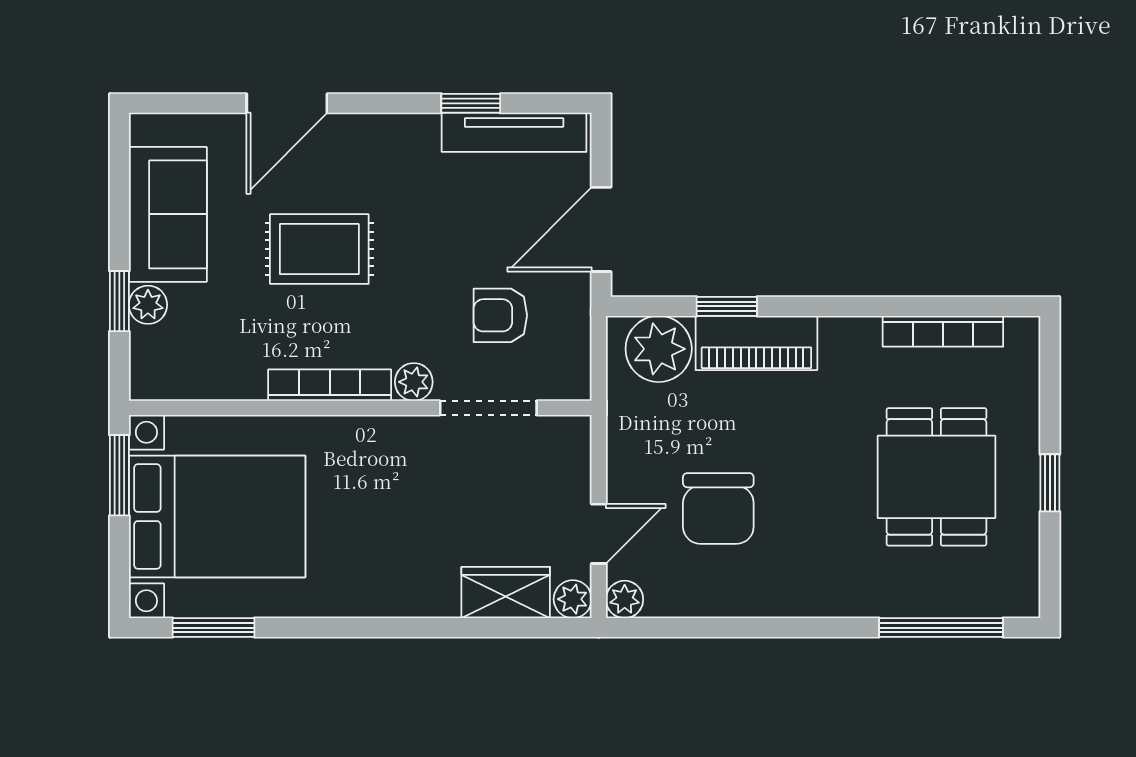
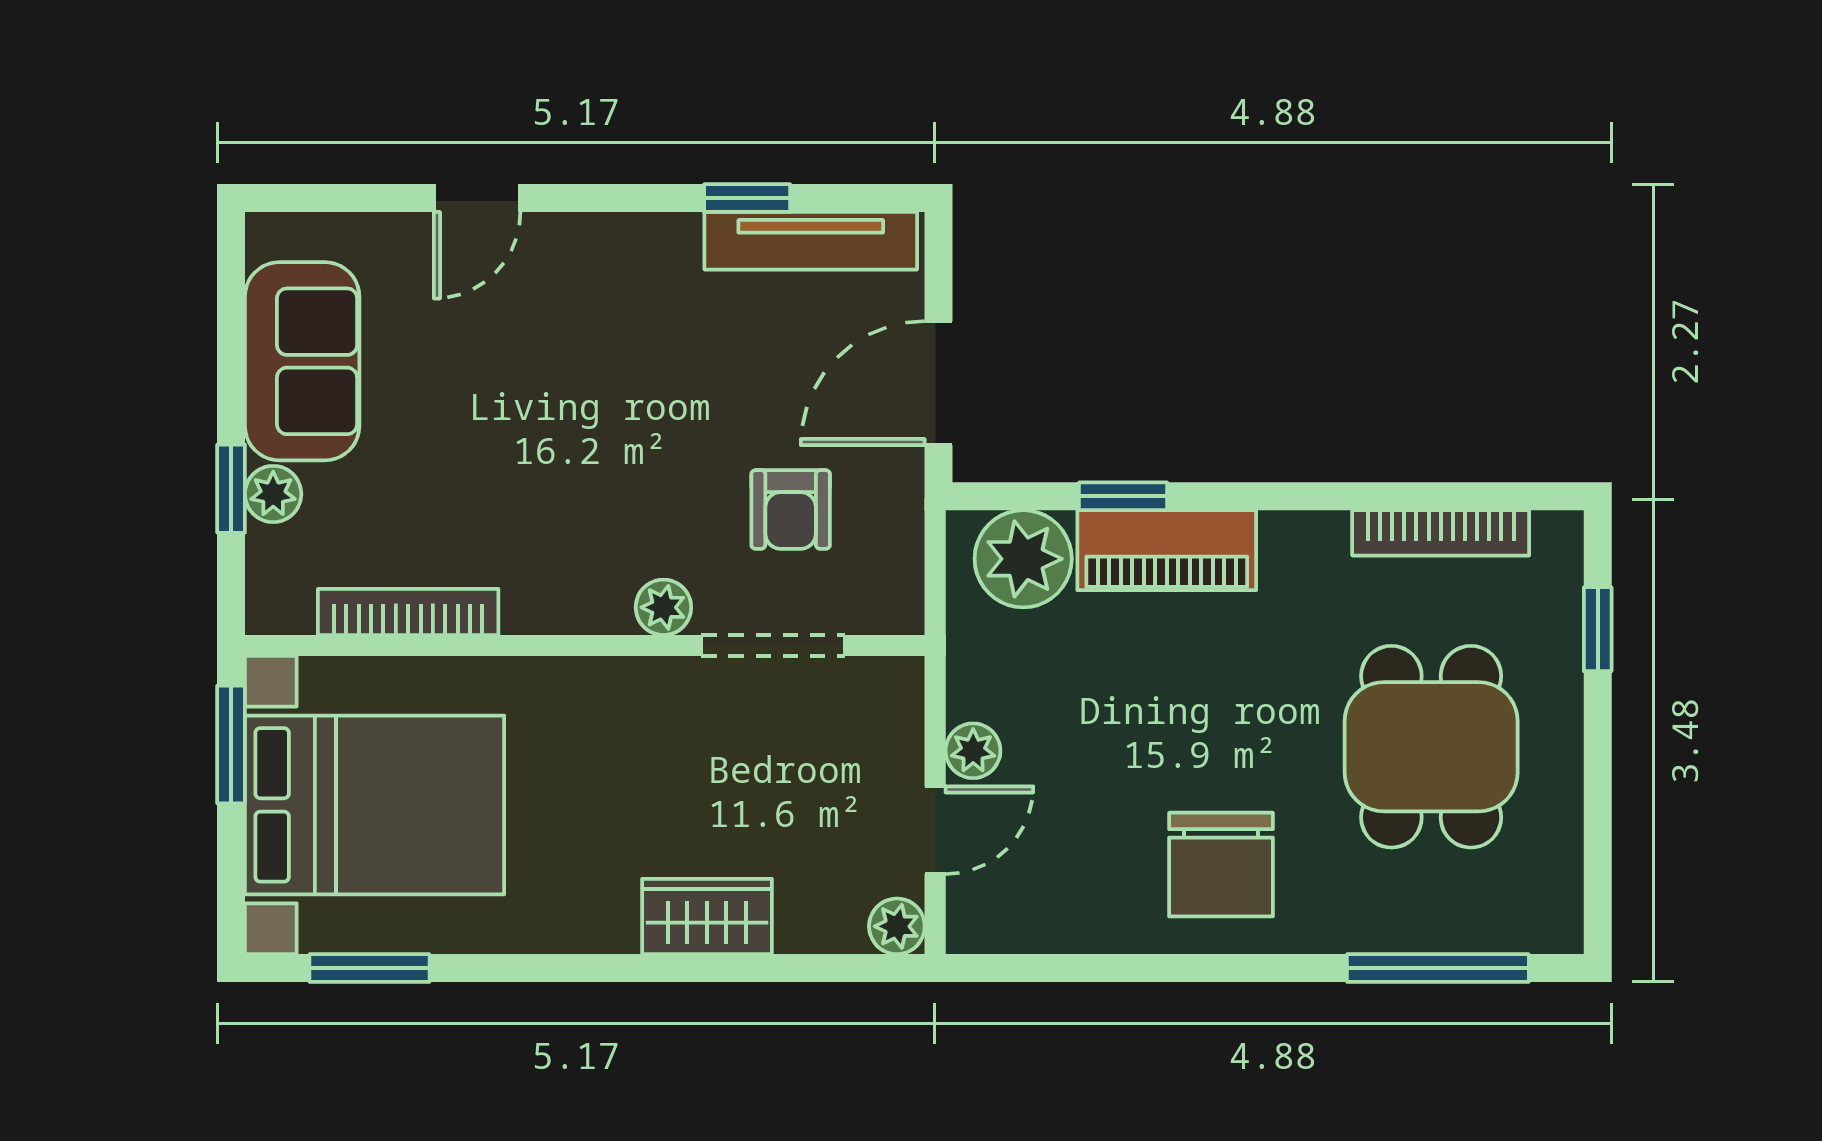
door: (287, 103) -> (477, 198), width x0.73
rug: (319, 249) -> (525, 412), removed
armchair: (500, 315) -> (791, 509), turned -90
bookcase: (330, 385) -> (408, 612), moved
window: (1050, 483) -> (1598, 629), moved
chair: (718, 508) -> (1221, 865), moved
wardrobe: (506, 592) -> (707, 916), moved
plant: (625, 599) -> (973, 751), moved

